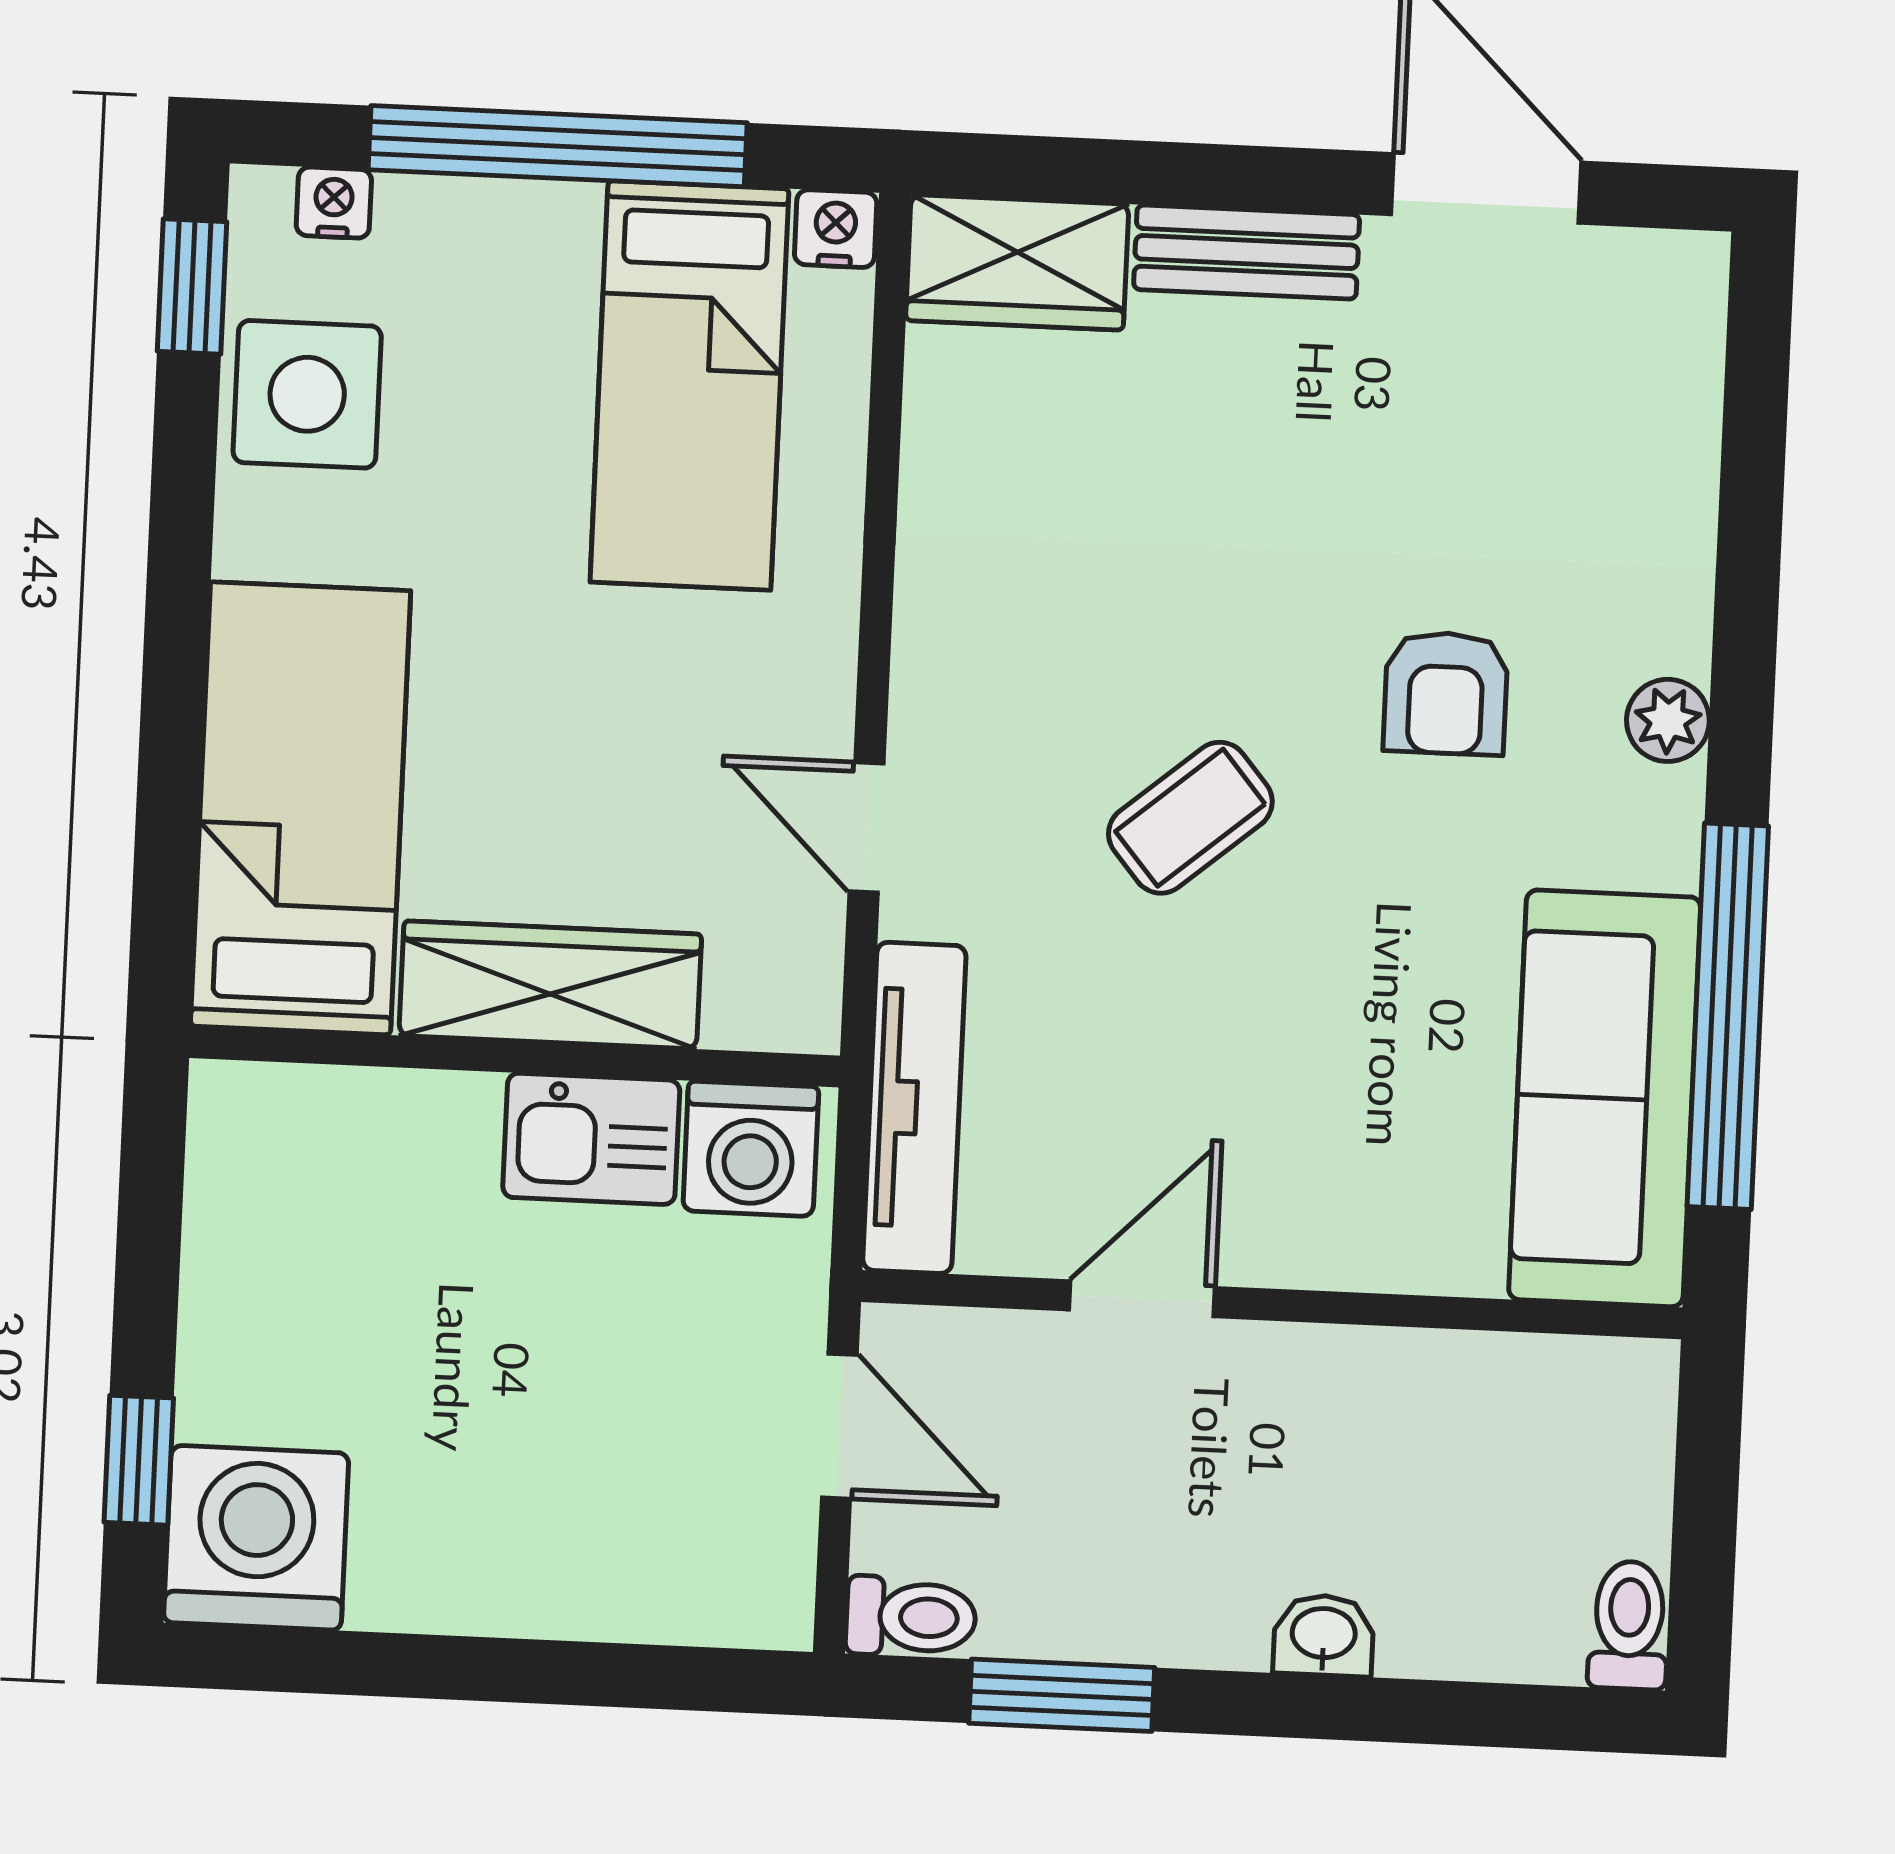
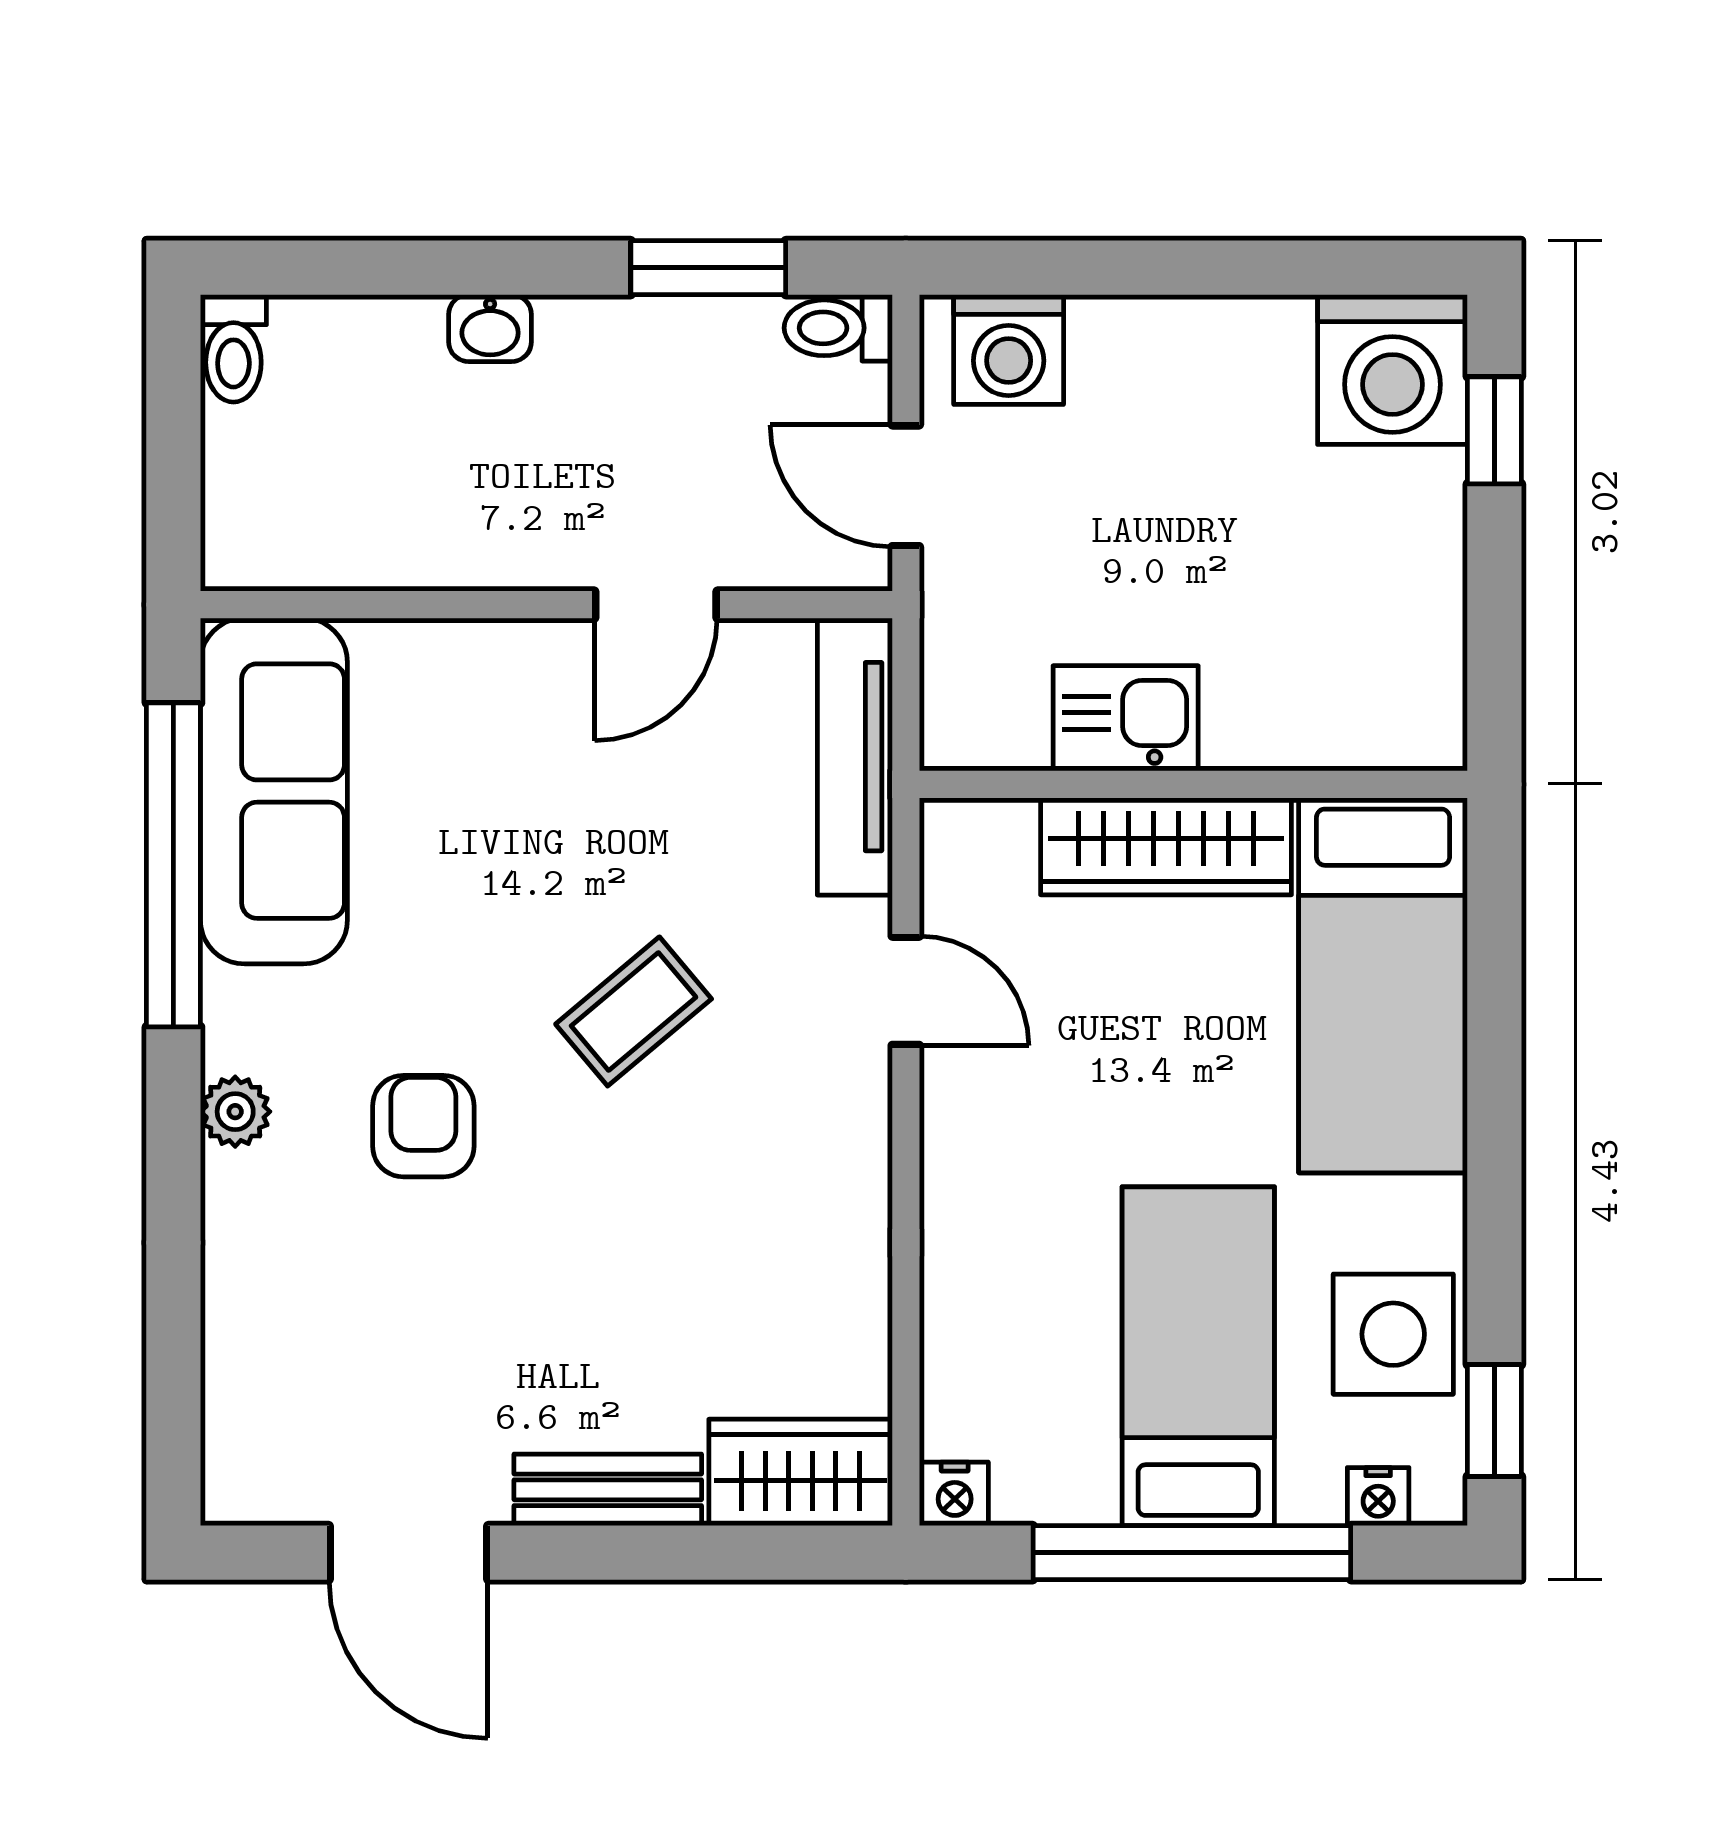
bed: (689, 385) -> (1198, 1356), moved
washing machine: (751, 1149) -> (1009, 350), moved, turned 180

